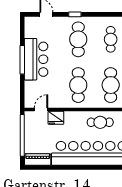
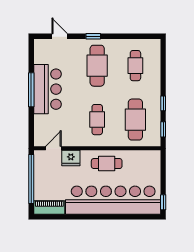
cafe table: (78, 85) -> (97, 120), width x0.73, depth x0.74
cafe table: (100, 122) -> (107, 164), moved

